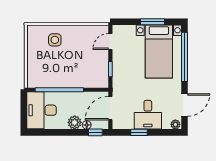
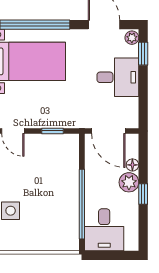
desk: (42, 110) -> (104, 230), width x0.73
window: (95, 132) -> (143, 194), moved
window: (139, 132) -> (143, 54), moved

